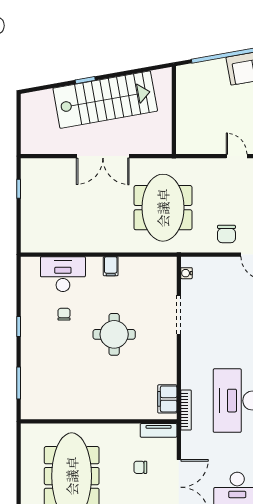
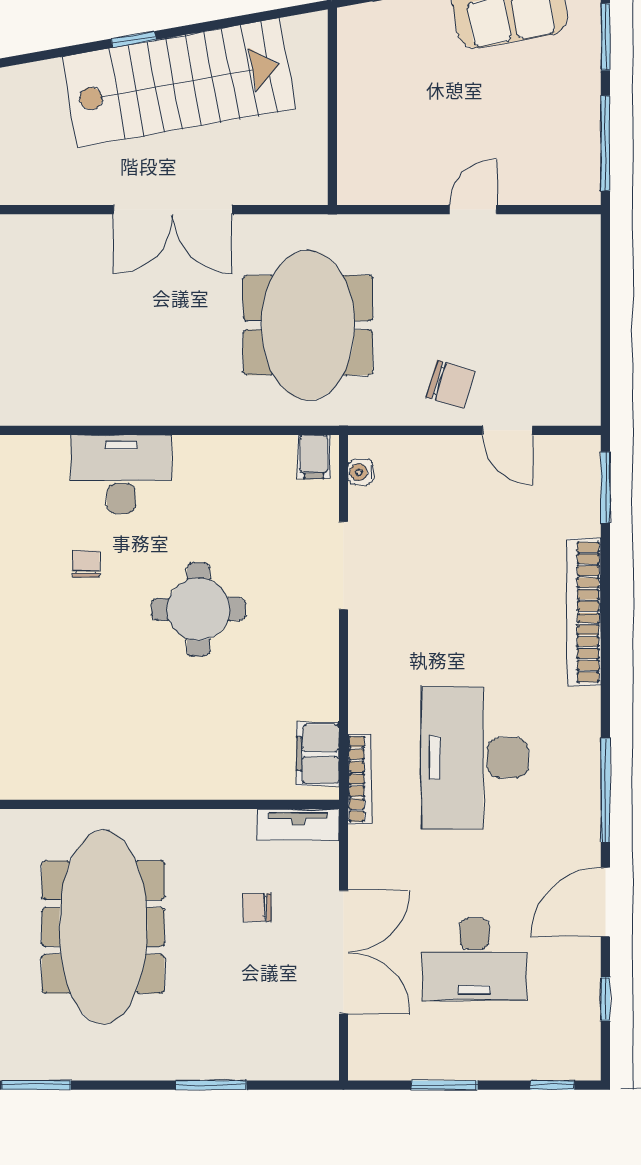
door: (237, 156) -> (473, 210), hinge flipped
chair: (226, 234) -> (450, 384), turned -73
filing cabinet: (111, 266) -> (314, 457), moved
desk: (63, 274) -> (121, 474), moved

